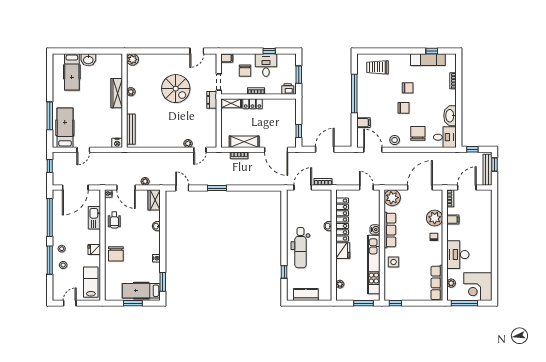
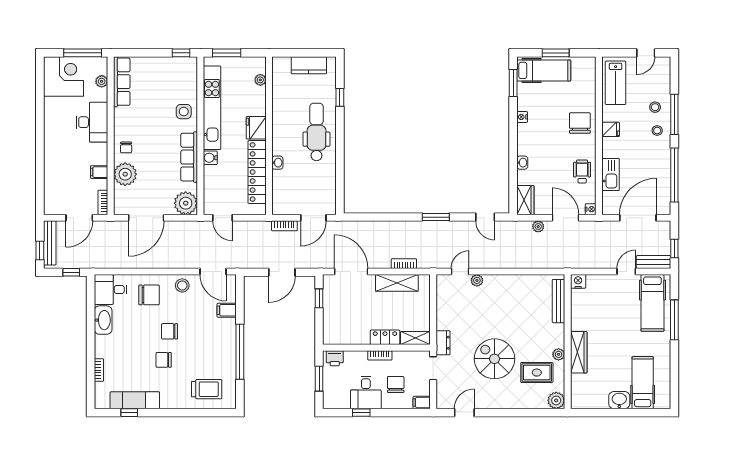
rug: (146, 79) -> (537, 373), added
chair: (418, 133) -> (149, 295), turned -90
bench: (64, 156) -> (654, 262), added

